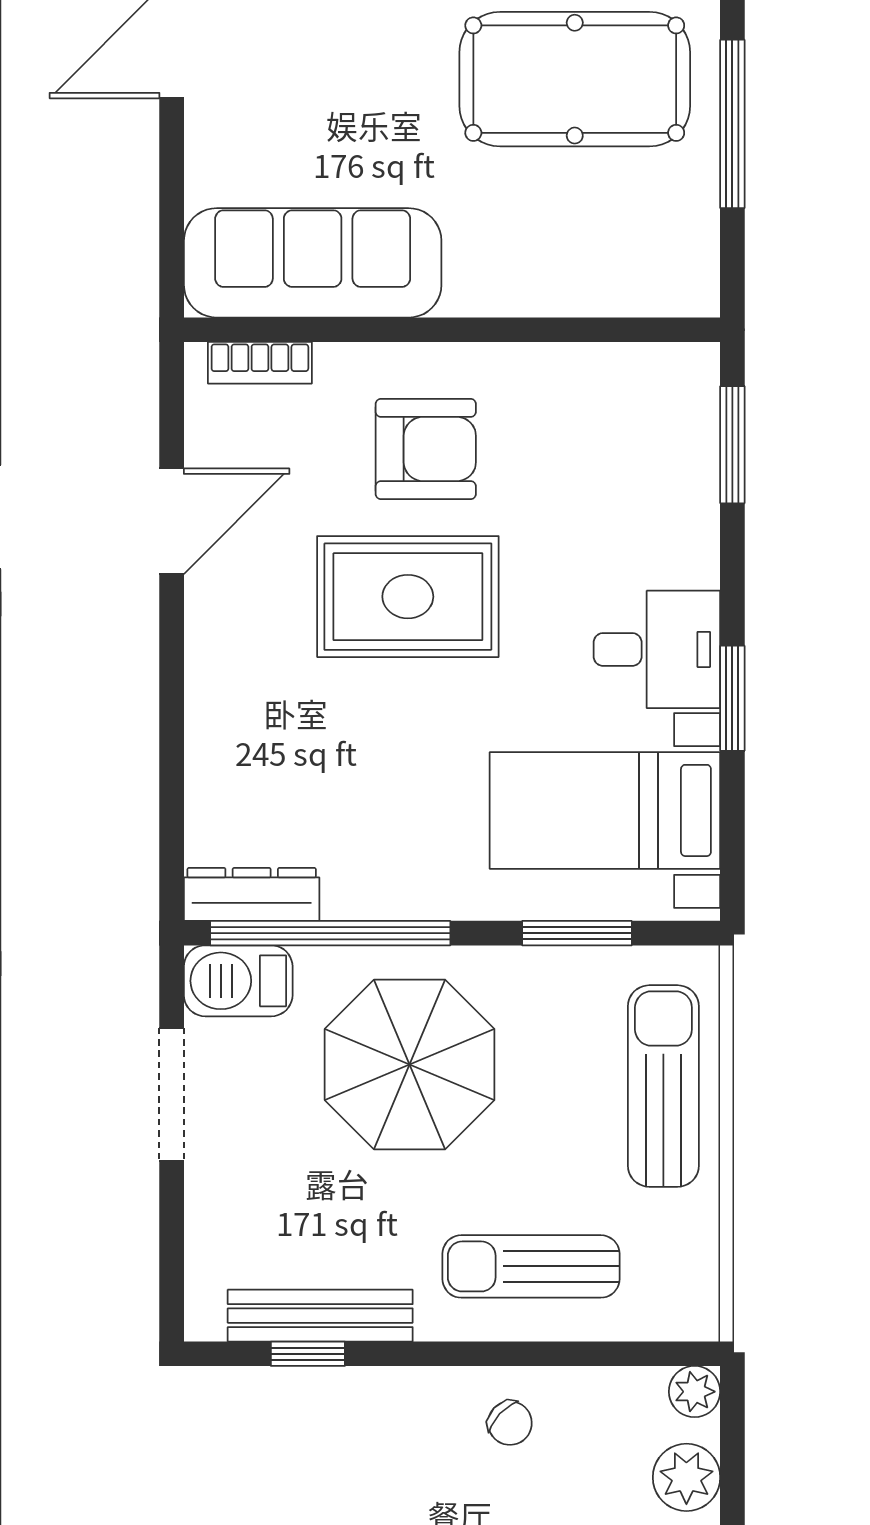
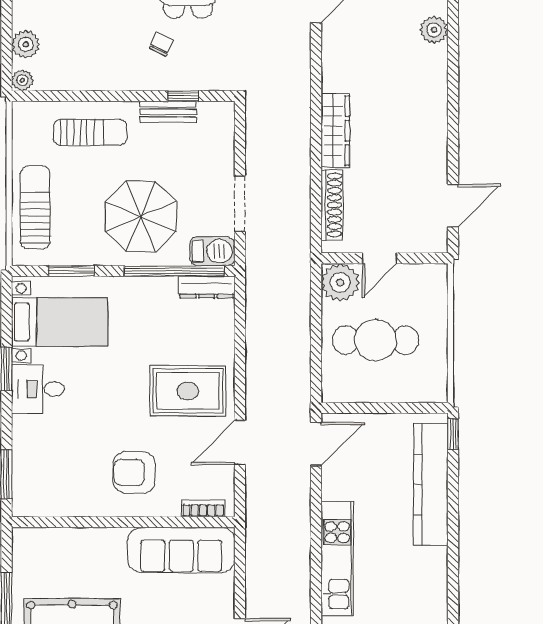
rug: (408, 597) -> (188, 391), moved
sun lounger: (663, 1086) -> (35, 207), turned 180
bench: (320, 1316) -> (168, 112), width x0.73
chair: (510, 1423) -> (161, 44), moved, turned 73

